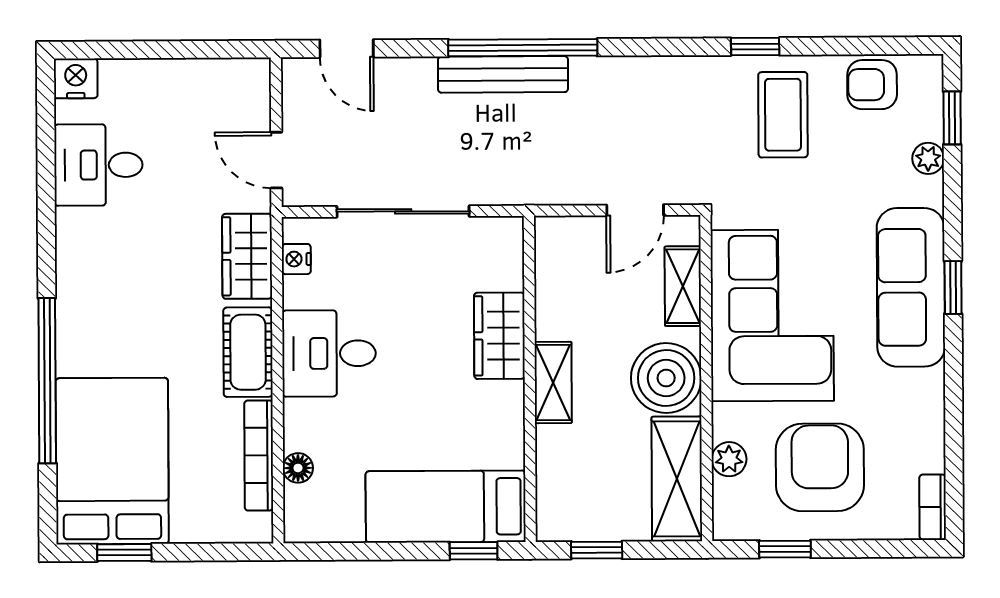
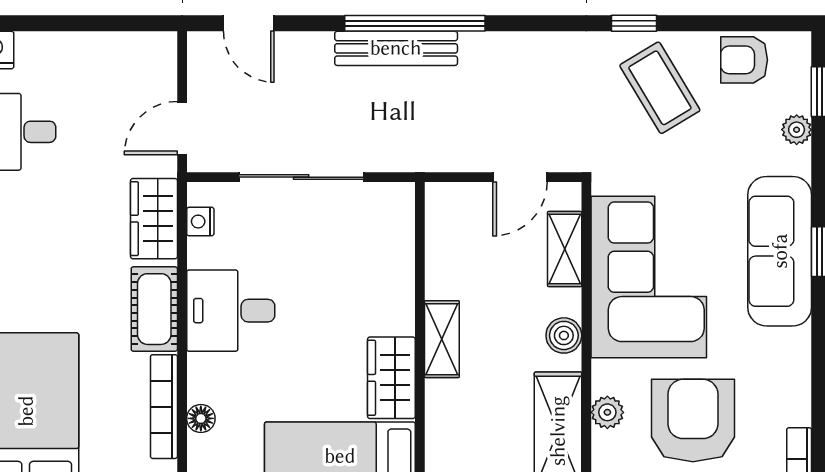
coffee table: (783, 115) -> (660, 88), turned -31
door: (276, 160) -> (182, 128), hinge flipped
wardrobe: (499, 336) -> (391, 378), moved
boiler: (666, 378) -> (564, 335), width x0.54, depth x0.54

